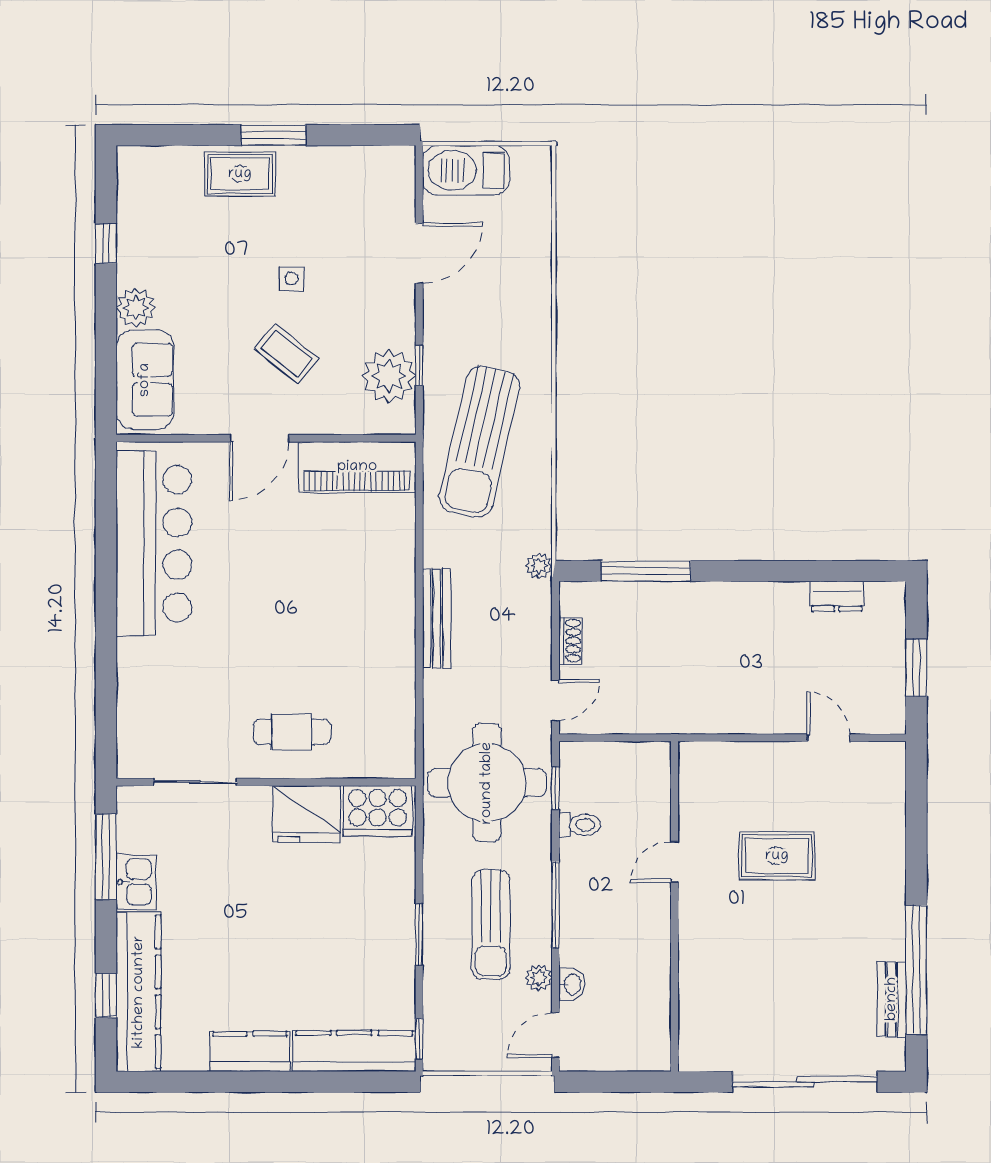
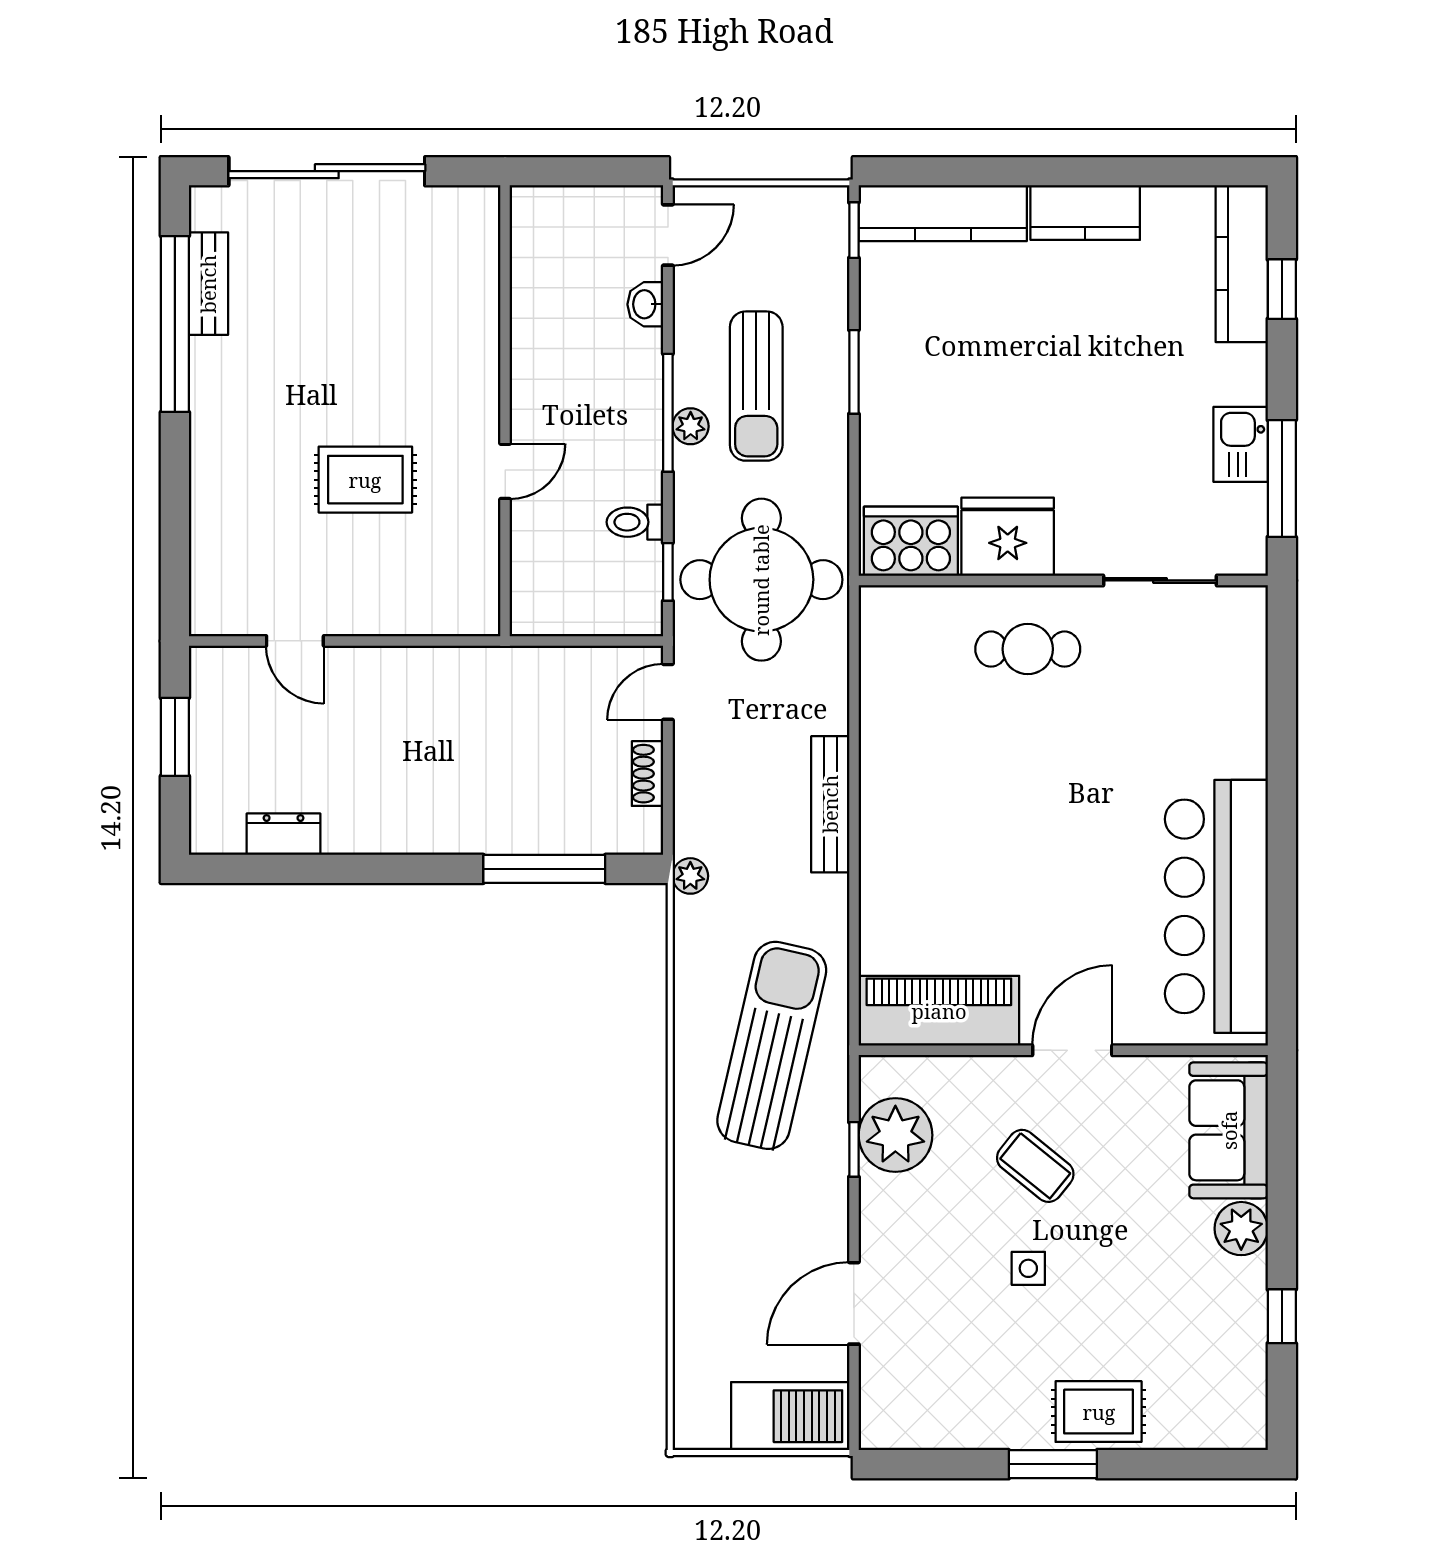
sun lounger: (491, 924) -> (756, 386), turned 180
plant: (539, 978) -> (691, 426), moved
kitchen counter: (139, 992) -> (1242, 264), width x0.72, depth x0.86

